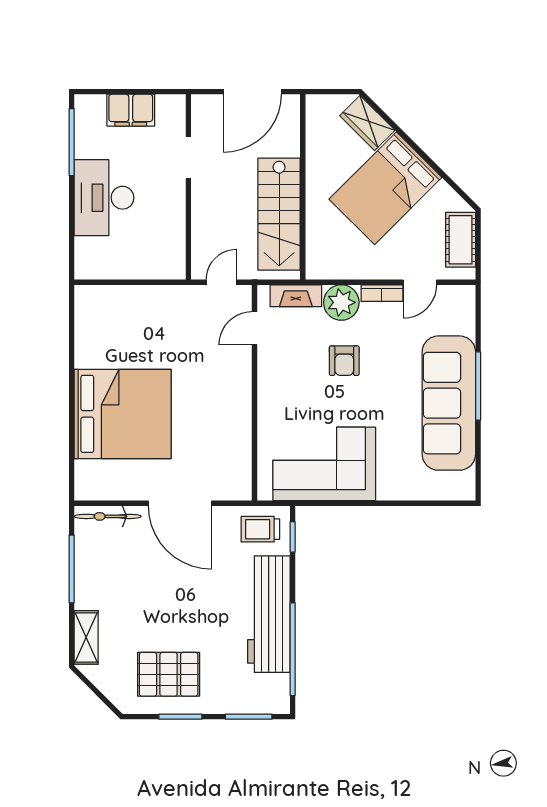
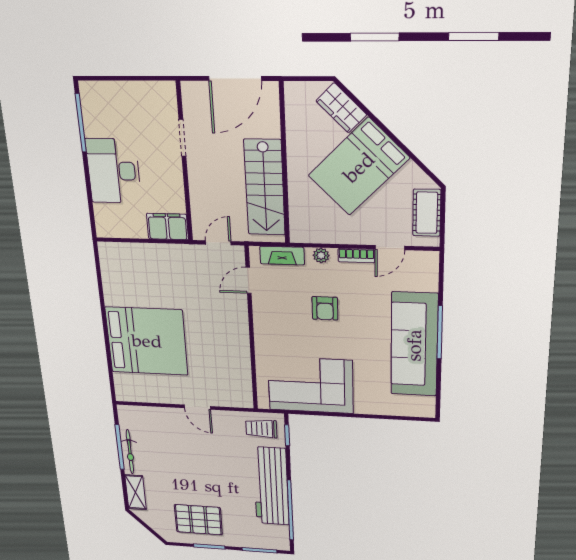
filing cabinet: (131, 110) -> (167, 227), moved, turned 180
plant: (341, 302) -> (321, 255), width x0.53, depth x0.53
door: (180, 503) -> (197, 407), width x0.53
bicycle: (108, 516) -> (130, 452), moved, turned -90

